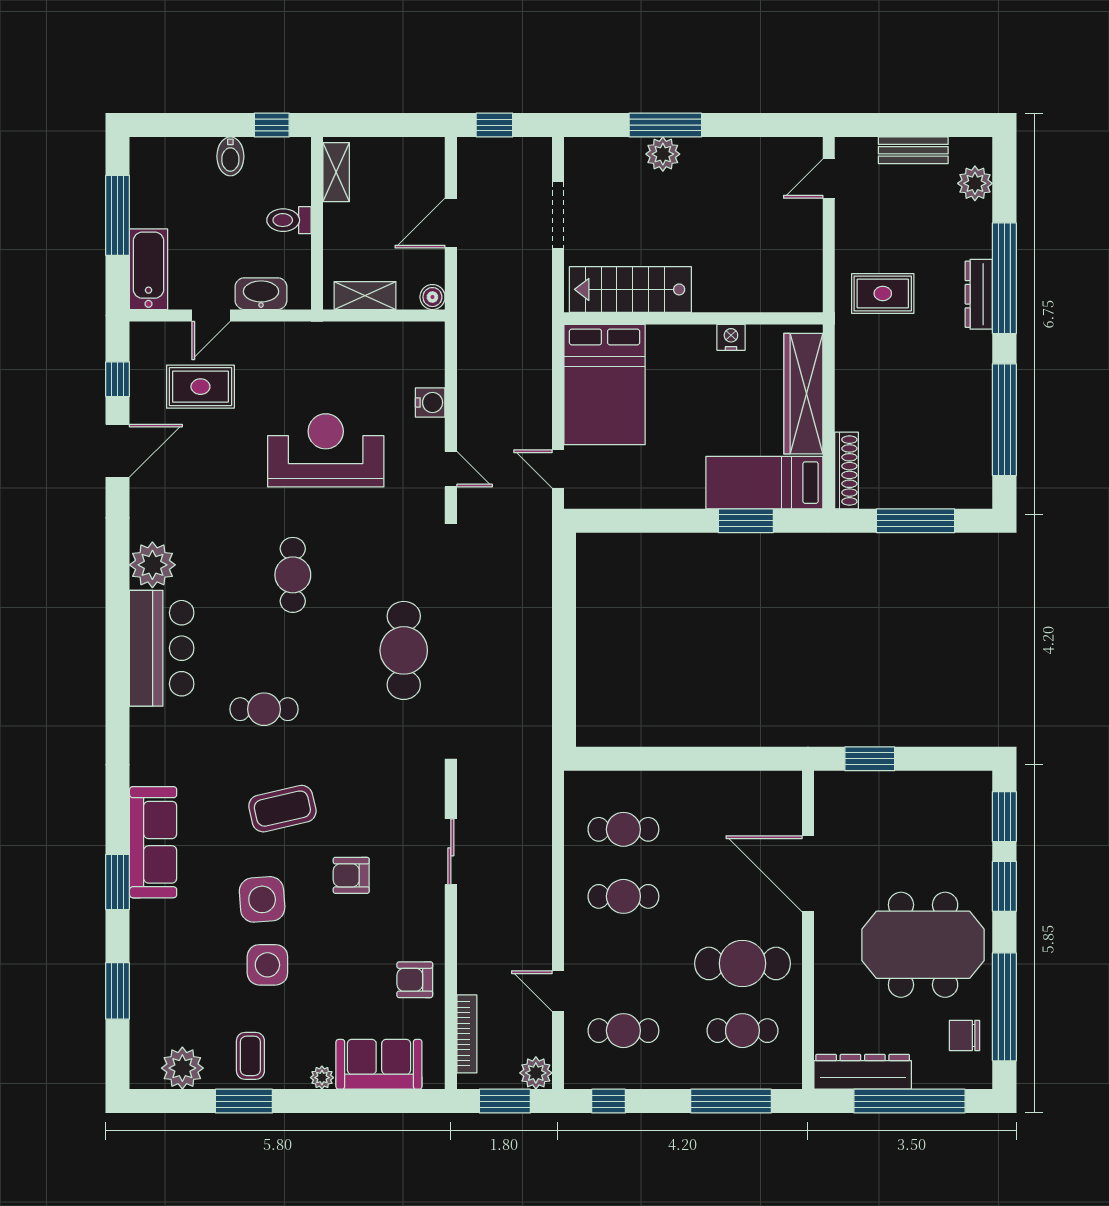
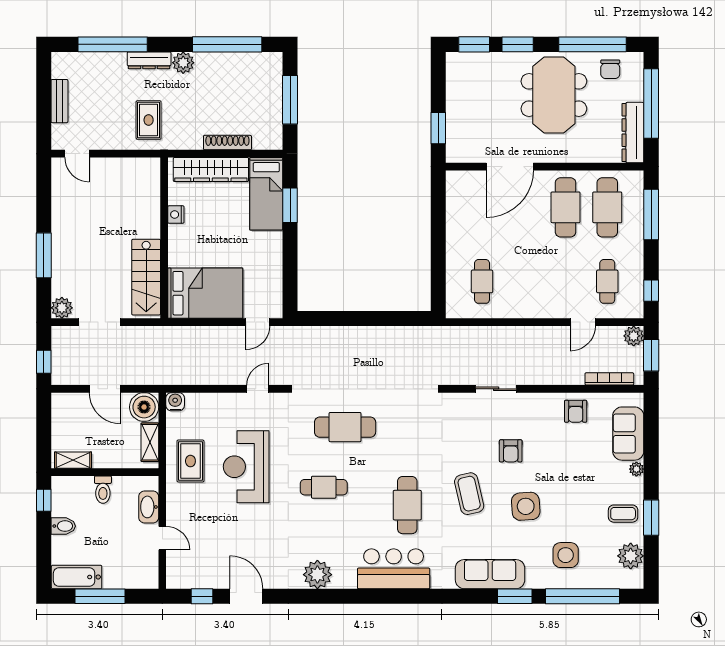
plant: (663, 154) -> (62, 308), moved
plant: (975, 183) -> (183, 63), moved
bathtub: (148, 269) -> (77, 577), moved
window: (1004, 278) -> (113, 44), moved
boiler: (432, 297) -> (144, 407), width x1.86, depth x1.86
rug: (200, 387) -> (190, 461), moved
water cooler: (430, 403) -> (175, 402), moved
shoe rack: (847, 471) -> (227, 143), moved
bar counter: (162, 648) -> (394, 569), moved
cafe table: (404, 650) -> (345, 427), moved
cafe table: (264, 709) -> (407, 505), width x1.37, depth x1.35
cafe table: (623, 896) -> (524, 281), removed
side table: (267, 965) -> (566, 555), moved
window: (118, 991) -> (583, 596), width x2.11
cafe table: (742, 1031) -> (607, 207), width x1.37, depth x1.35

